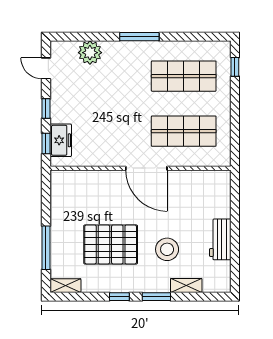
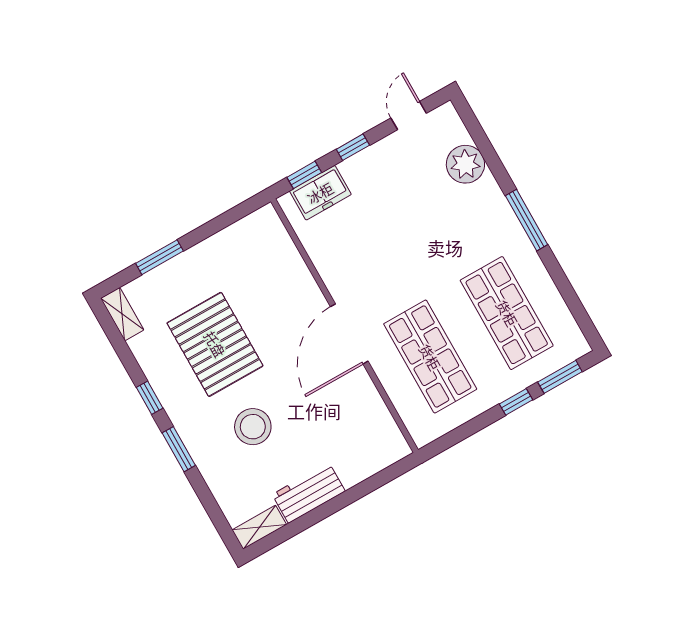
window: (235, 67) -> (560, 377), width x1.50
window: (235, 98) -> (516, 402), added
window: (46, 248) -> (159, 257), width x0.69
shelving: (186, 285) -> (259, 527), moved, turned 90

